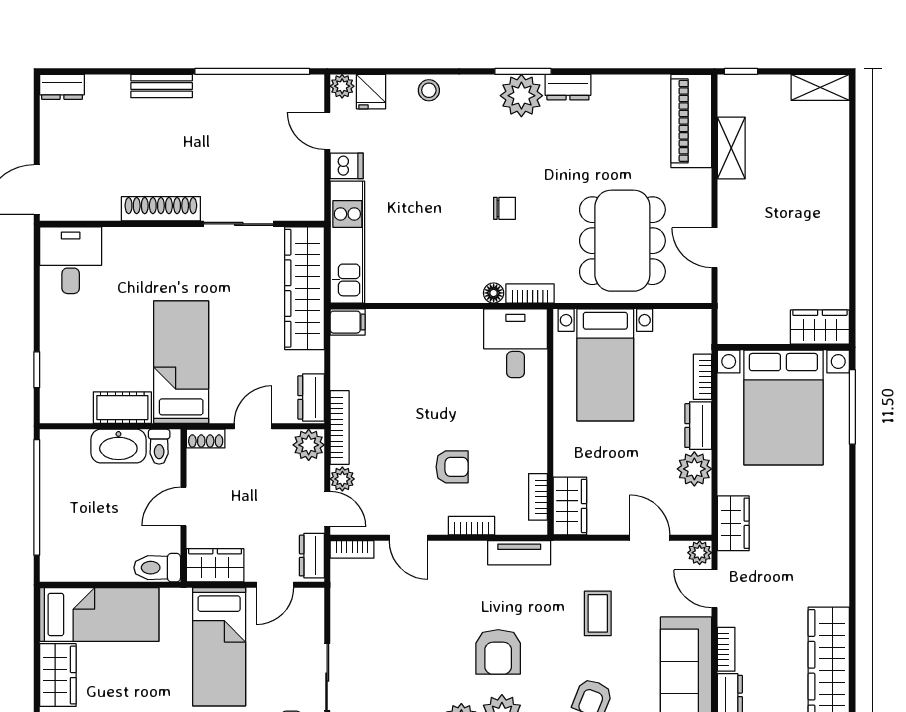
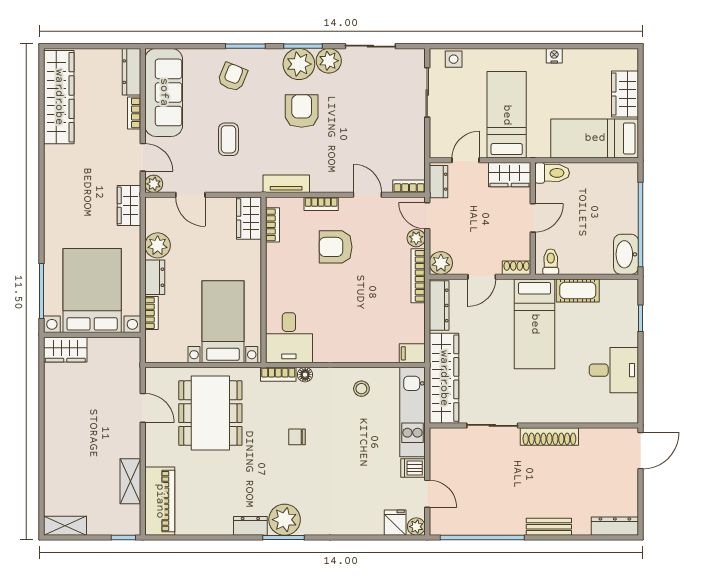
dresser: (62, 87) -> (615, 526), width x1.44
stool: (429, 90) -> (361, 389), moved
desk: (71, 260) -> (614, 370), moved, turned -90
dresser: (311, 398) -> (439, 305), width x1.44
washbasin: (118, 446) -> (626, 254), moved, turned -90
armchair: (452, 467) -> (336, 247), width x1.38, depth x1.38

